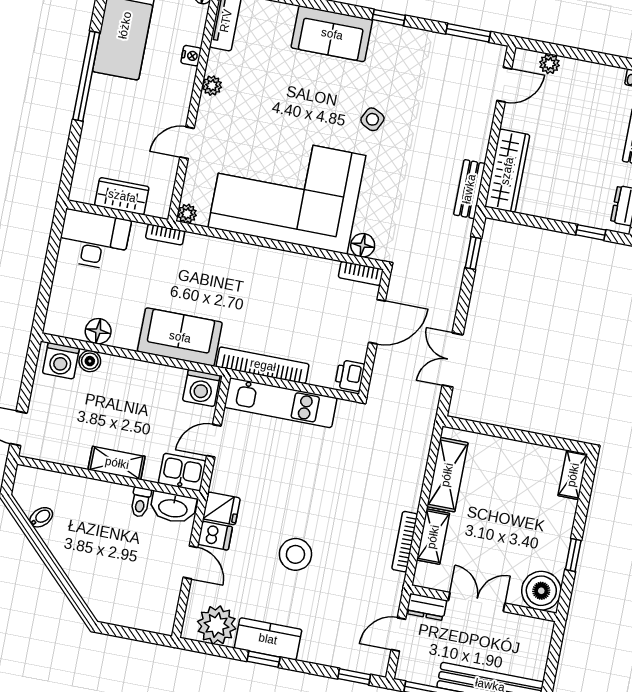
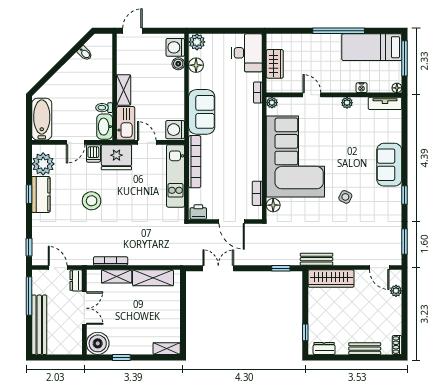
bookcase: (361, 273) -> (257, 193), moved
plant: (59, 322) -> (197, 42), added
kitchen sink: (182, 472) -> (126, 123), width x1.38
fridge: (221, 508) -> (116, 157), width x1.88, depth x1.34
bathtub: (140, 613) -> (42, 119), added

